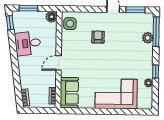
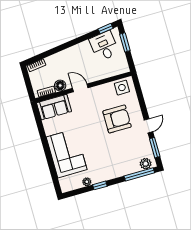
floor lamp: (52, 17) -> (60, 86), moved
armchair: (98, 37) -> (117, 119), width x1.88, depth x1.88
plant: (148, 38) -> (146, 164), moved
desk: (28, 43) -> (104, 46), moved

